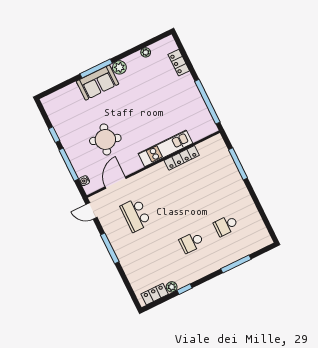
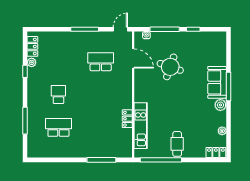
locker: (179, 63) -> (216, 153), moved
cafe table: (182, 93) -> (177, 144), added
kitchen unit: (165, 148) -> (141, 126), moved
locker: (182, 158) -> (127, 119), width x0.66
school desk: (226, 225) -> (58, 127), width x1.85

